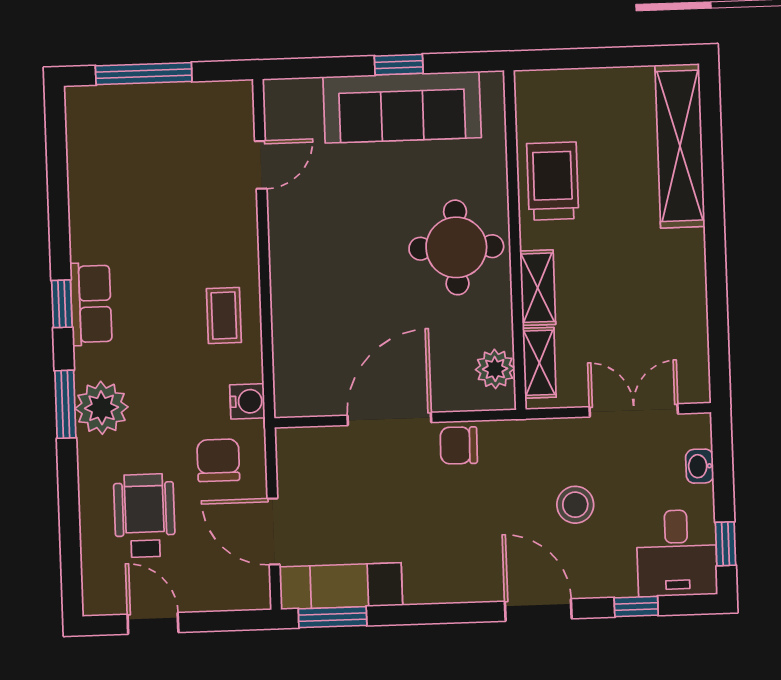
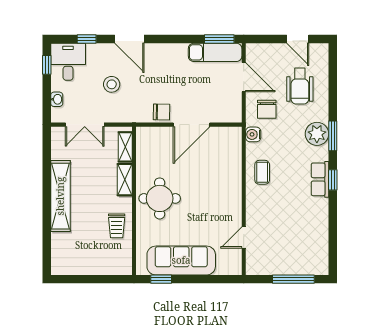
window: (399, 65) -> (161, 279), moved
shelving: (680, 146) -> (60, 196), moved
trolley: (553, 181) -> (117, 226), width x0.73, depth x0.72
plant: (495, 369) -> (145, 145), removed

